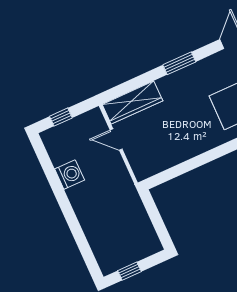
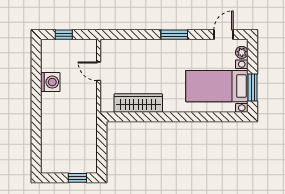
wardrobe: (132, 103) -> (138, 103), moved, turned 180
window: (129, 271) -> (77, 178), moved

